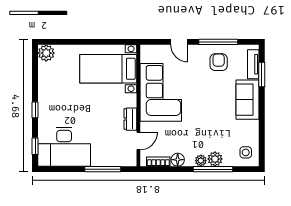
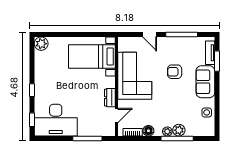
armchair: (219, 62) -> (175, 72), moved, turned -90
side table: (246, 152) -> (207, 112), moved

